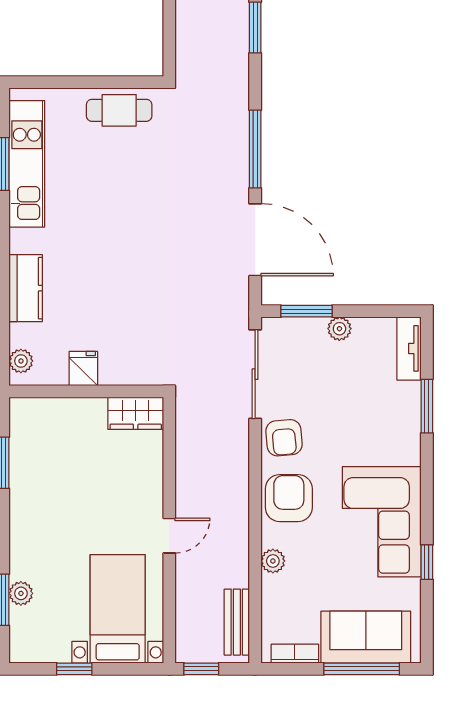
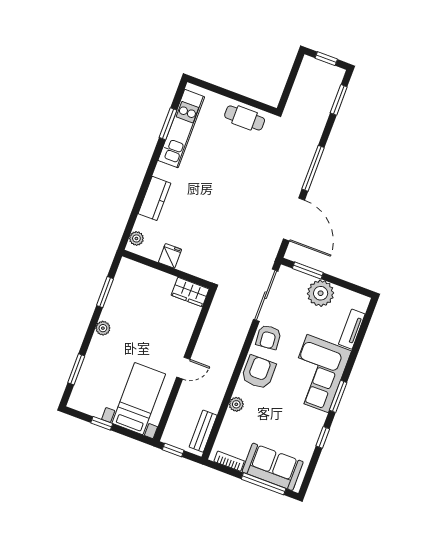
plant: (339, 329) -> (321, 293), width x1.87, depth x1.87
tv unit: (409, 348) -> (352, 329), moved
window: (427, 406) -> (338, 396), moved
corner sofa: (382, 522) -> (318, 374), moved
plant: (21, 593) -> (103, 328), moved

